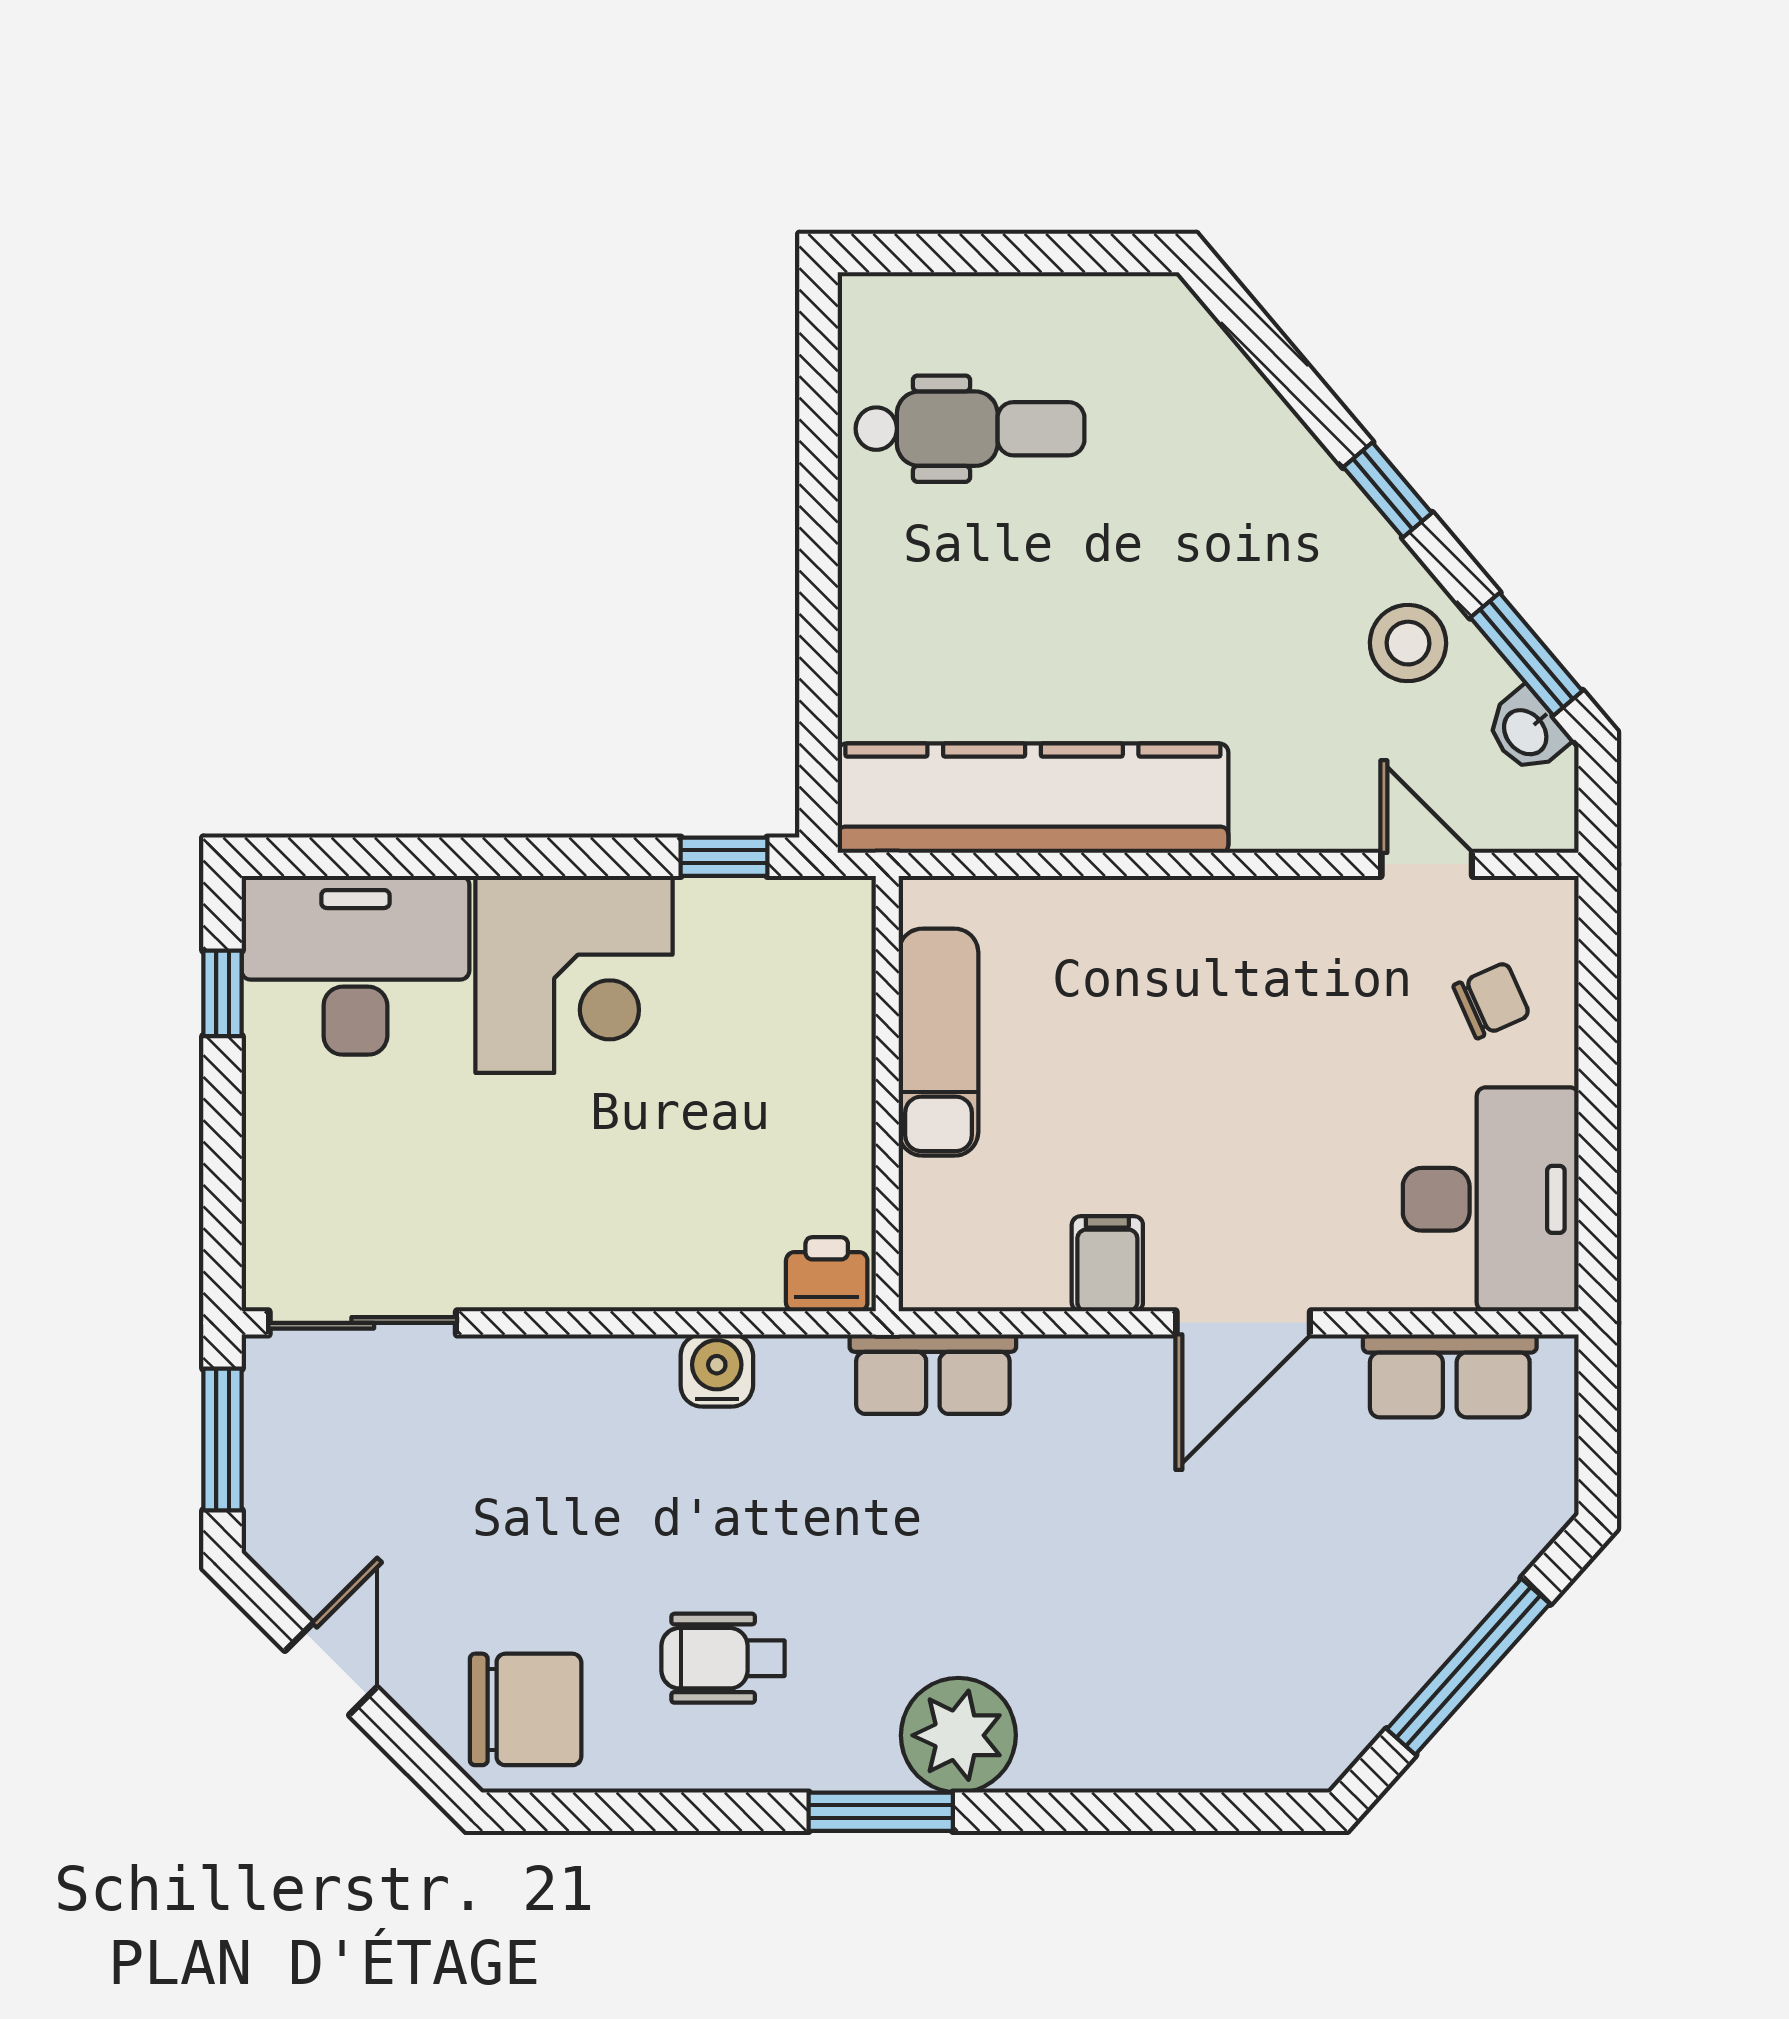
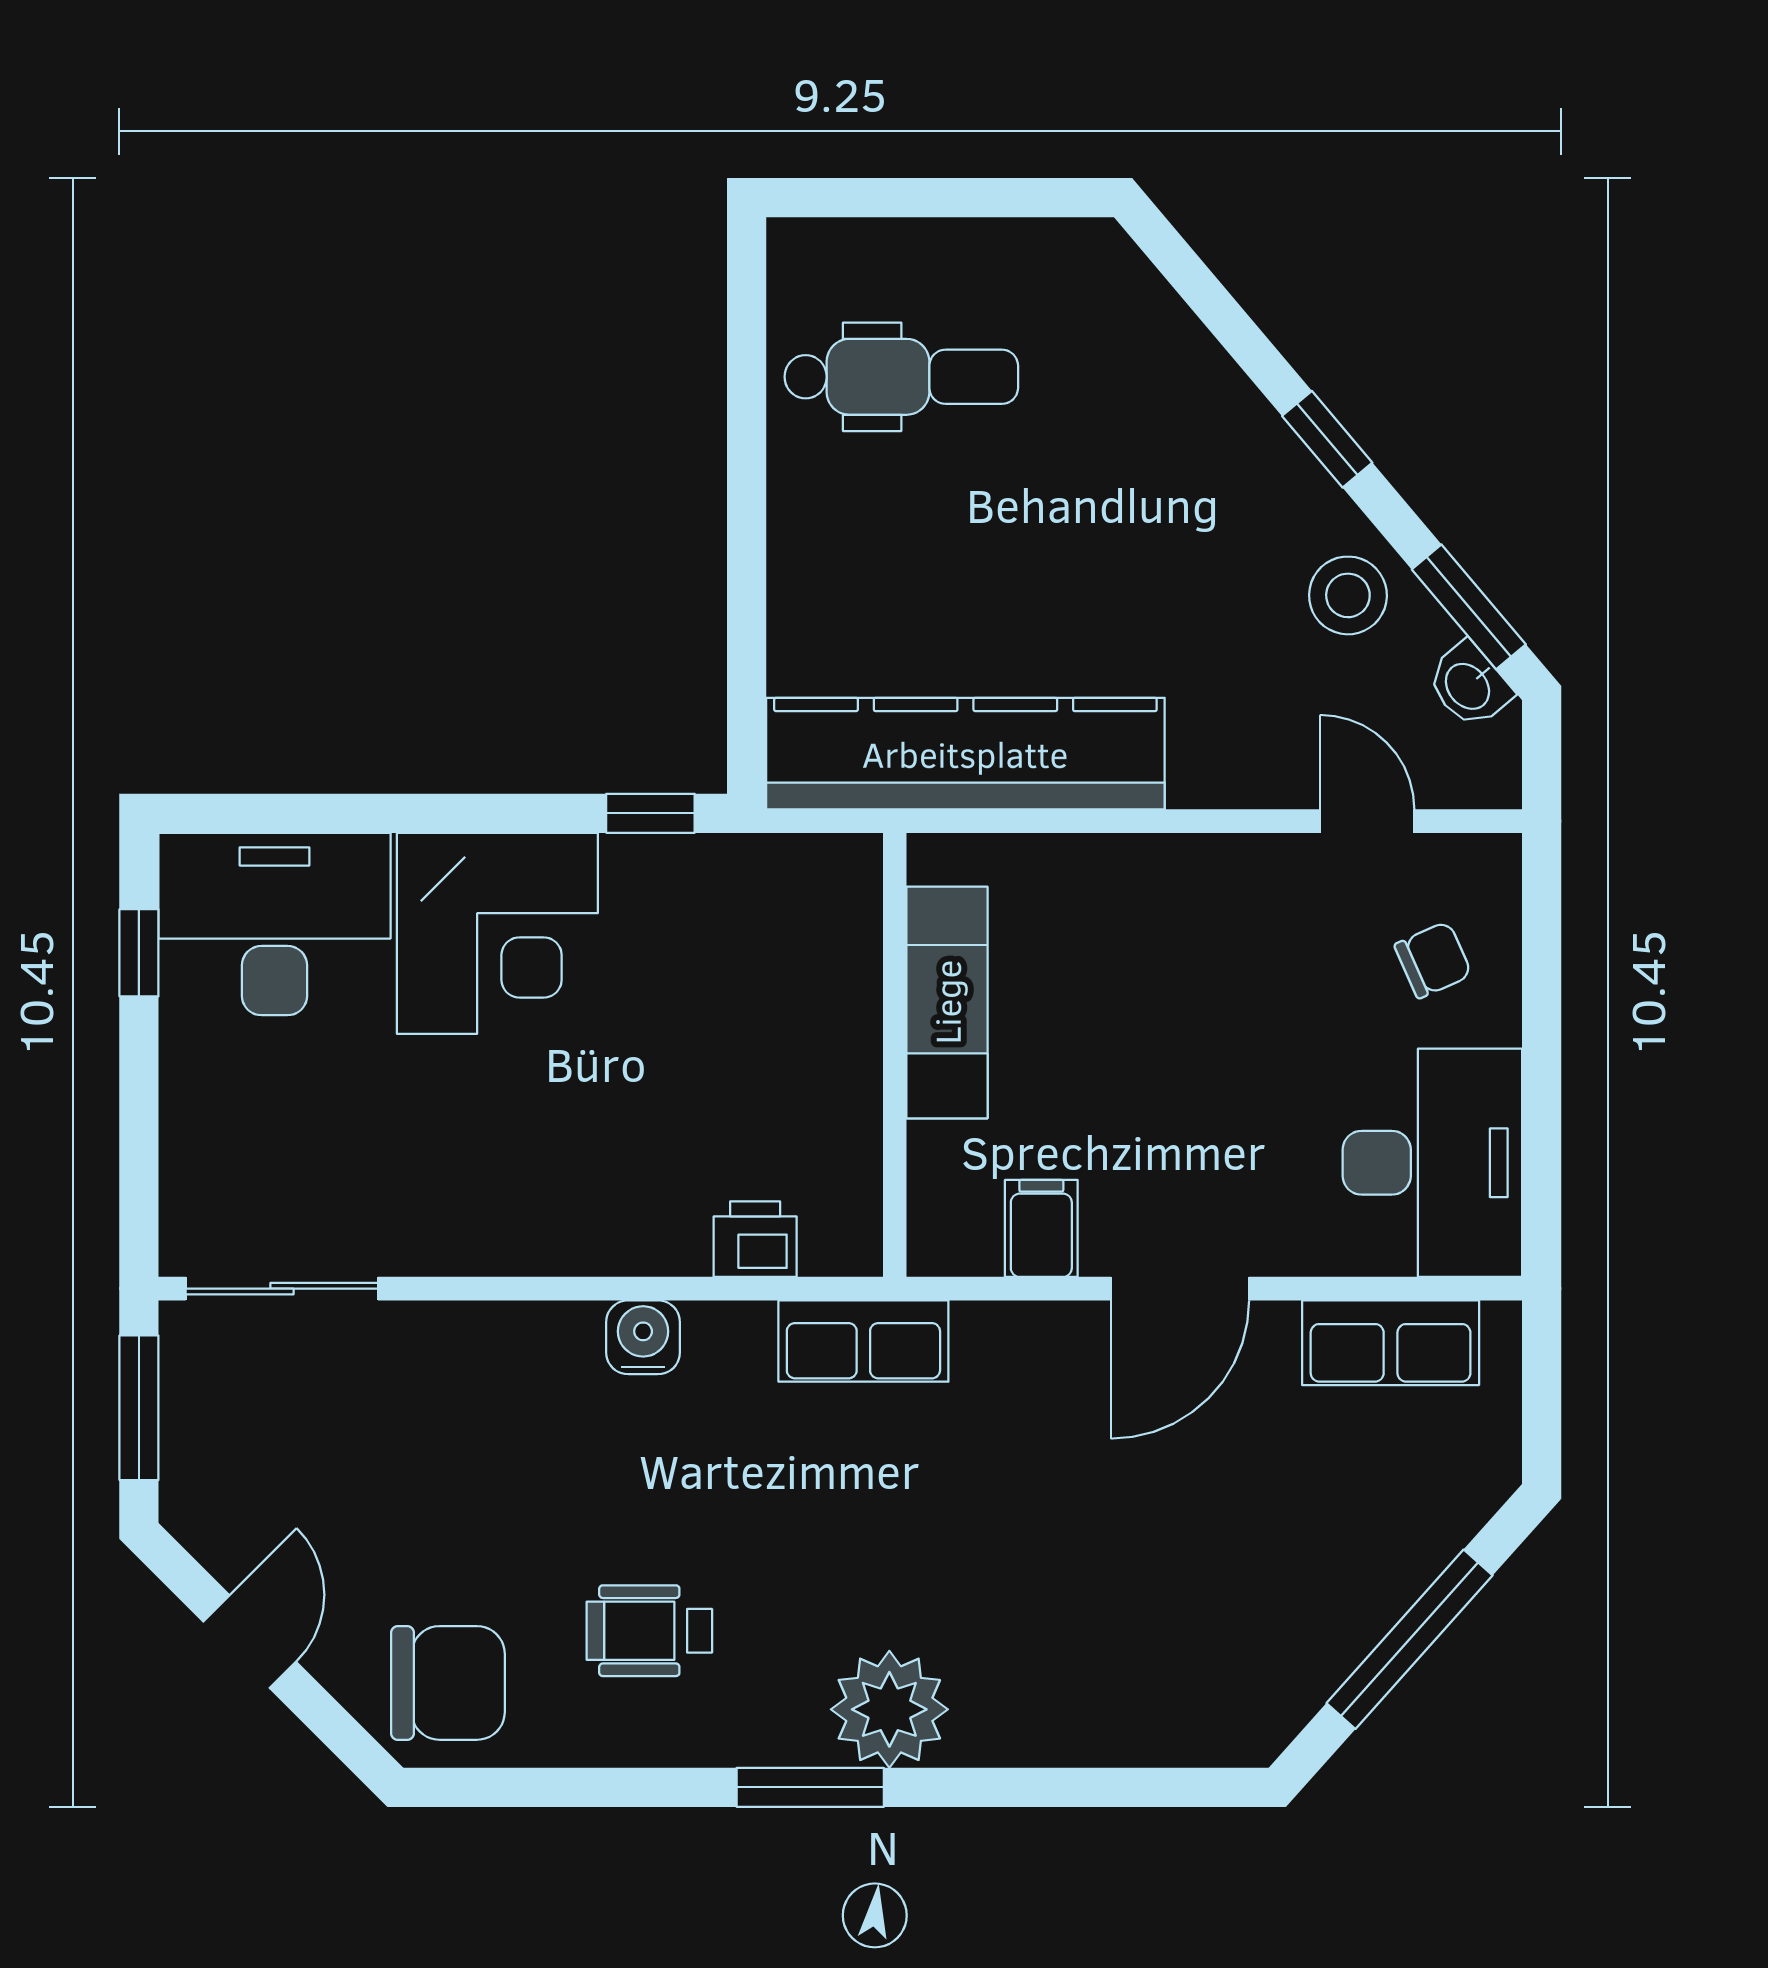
exam couch: (938, 1042) -> (947, 1002), moved
wall: (887, 1094) -> (895, 1055), moved

